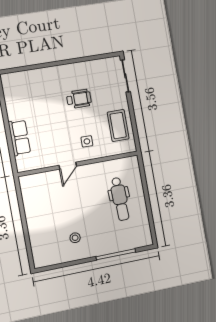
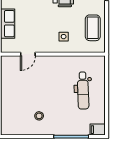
door: (68, 166) -> (28, 54), moved
filing cabinet: (144, 240) -> (98, 130), added

